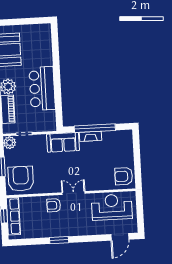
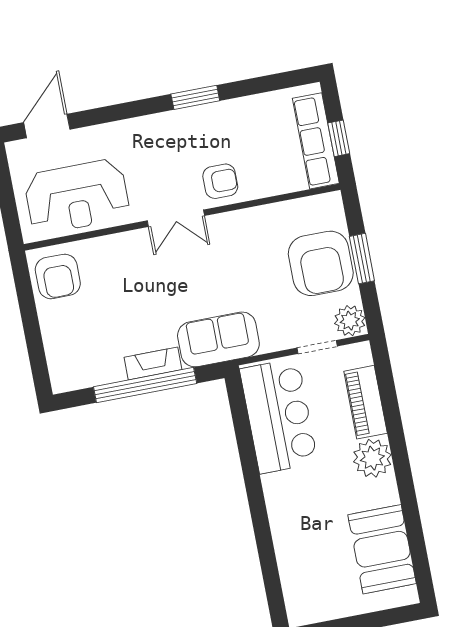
bar counter: (42, 89) -> (279, 416), moved
armchair: (124, 176) -> (58, 276), turned 90
armchair: (21, 179) -> (321, 263), moved

